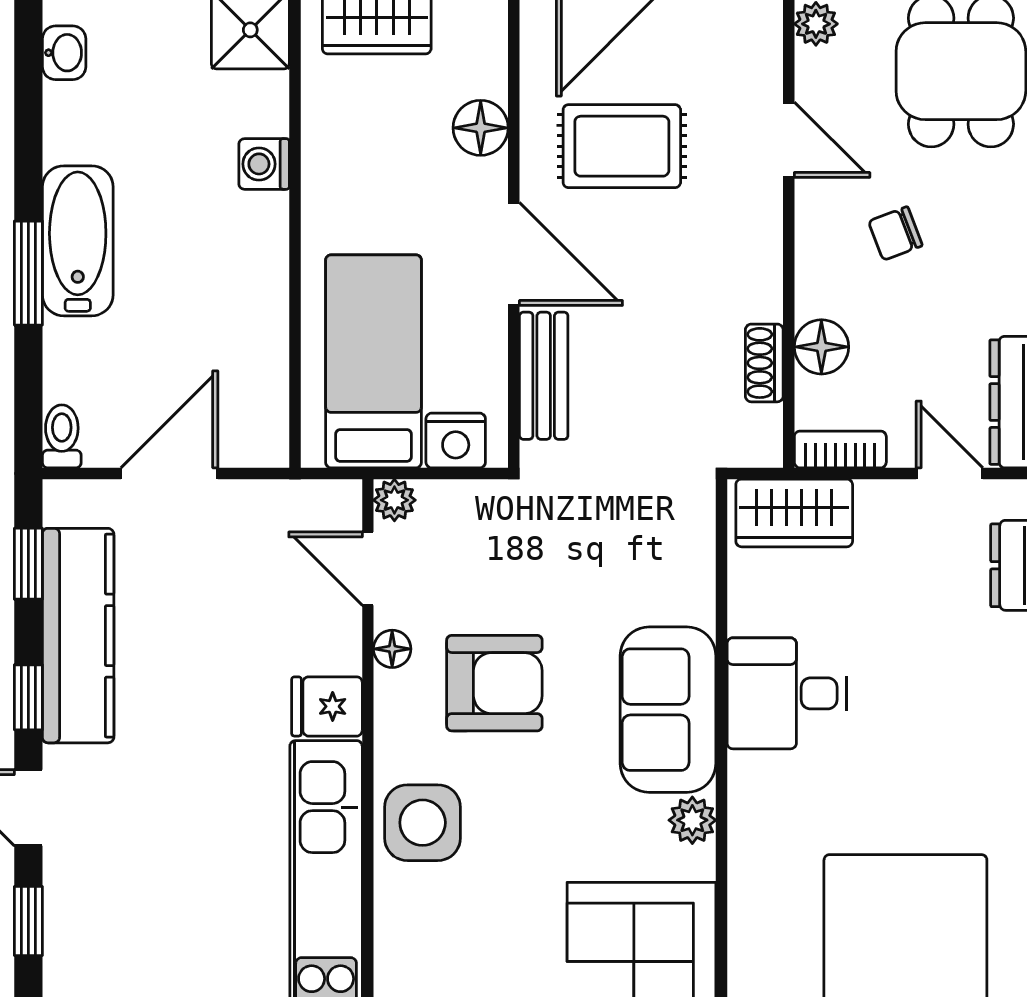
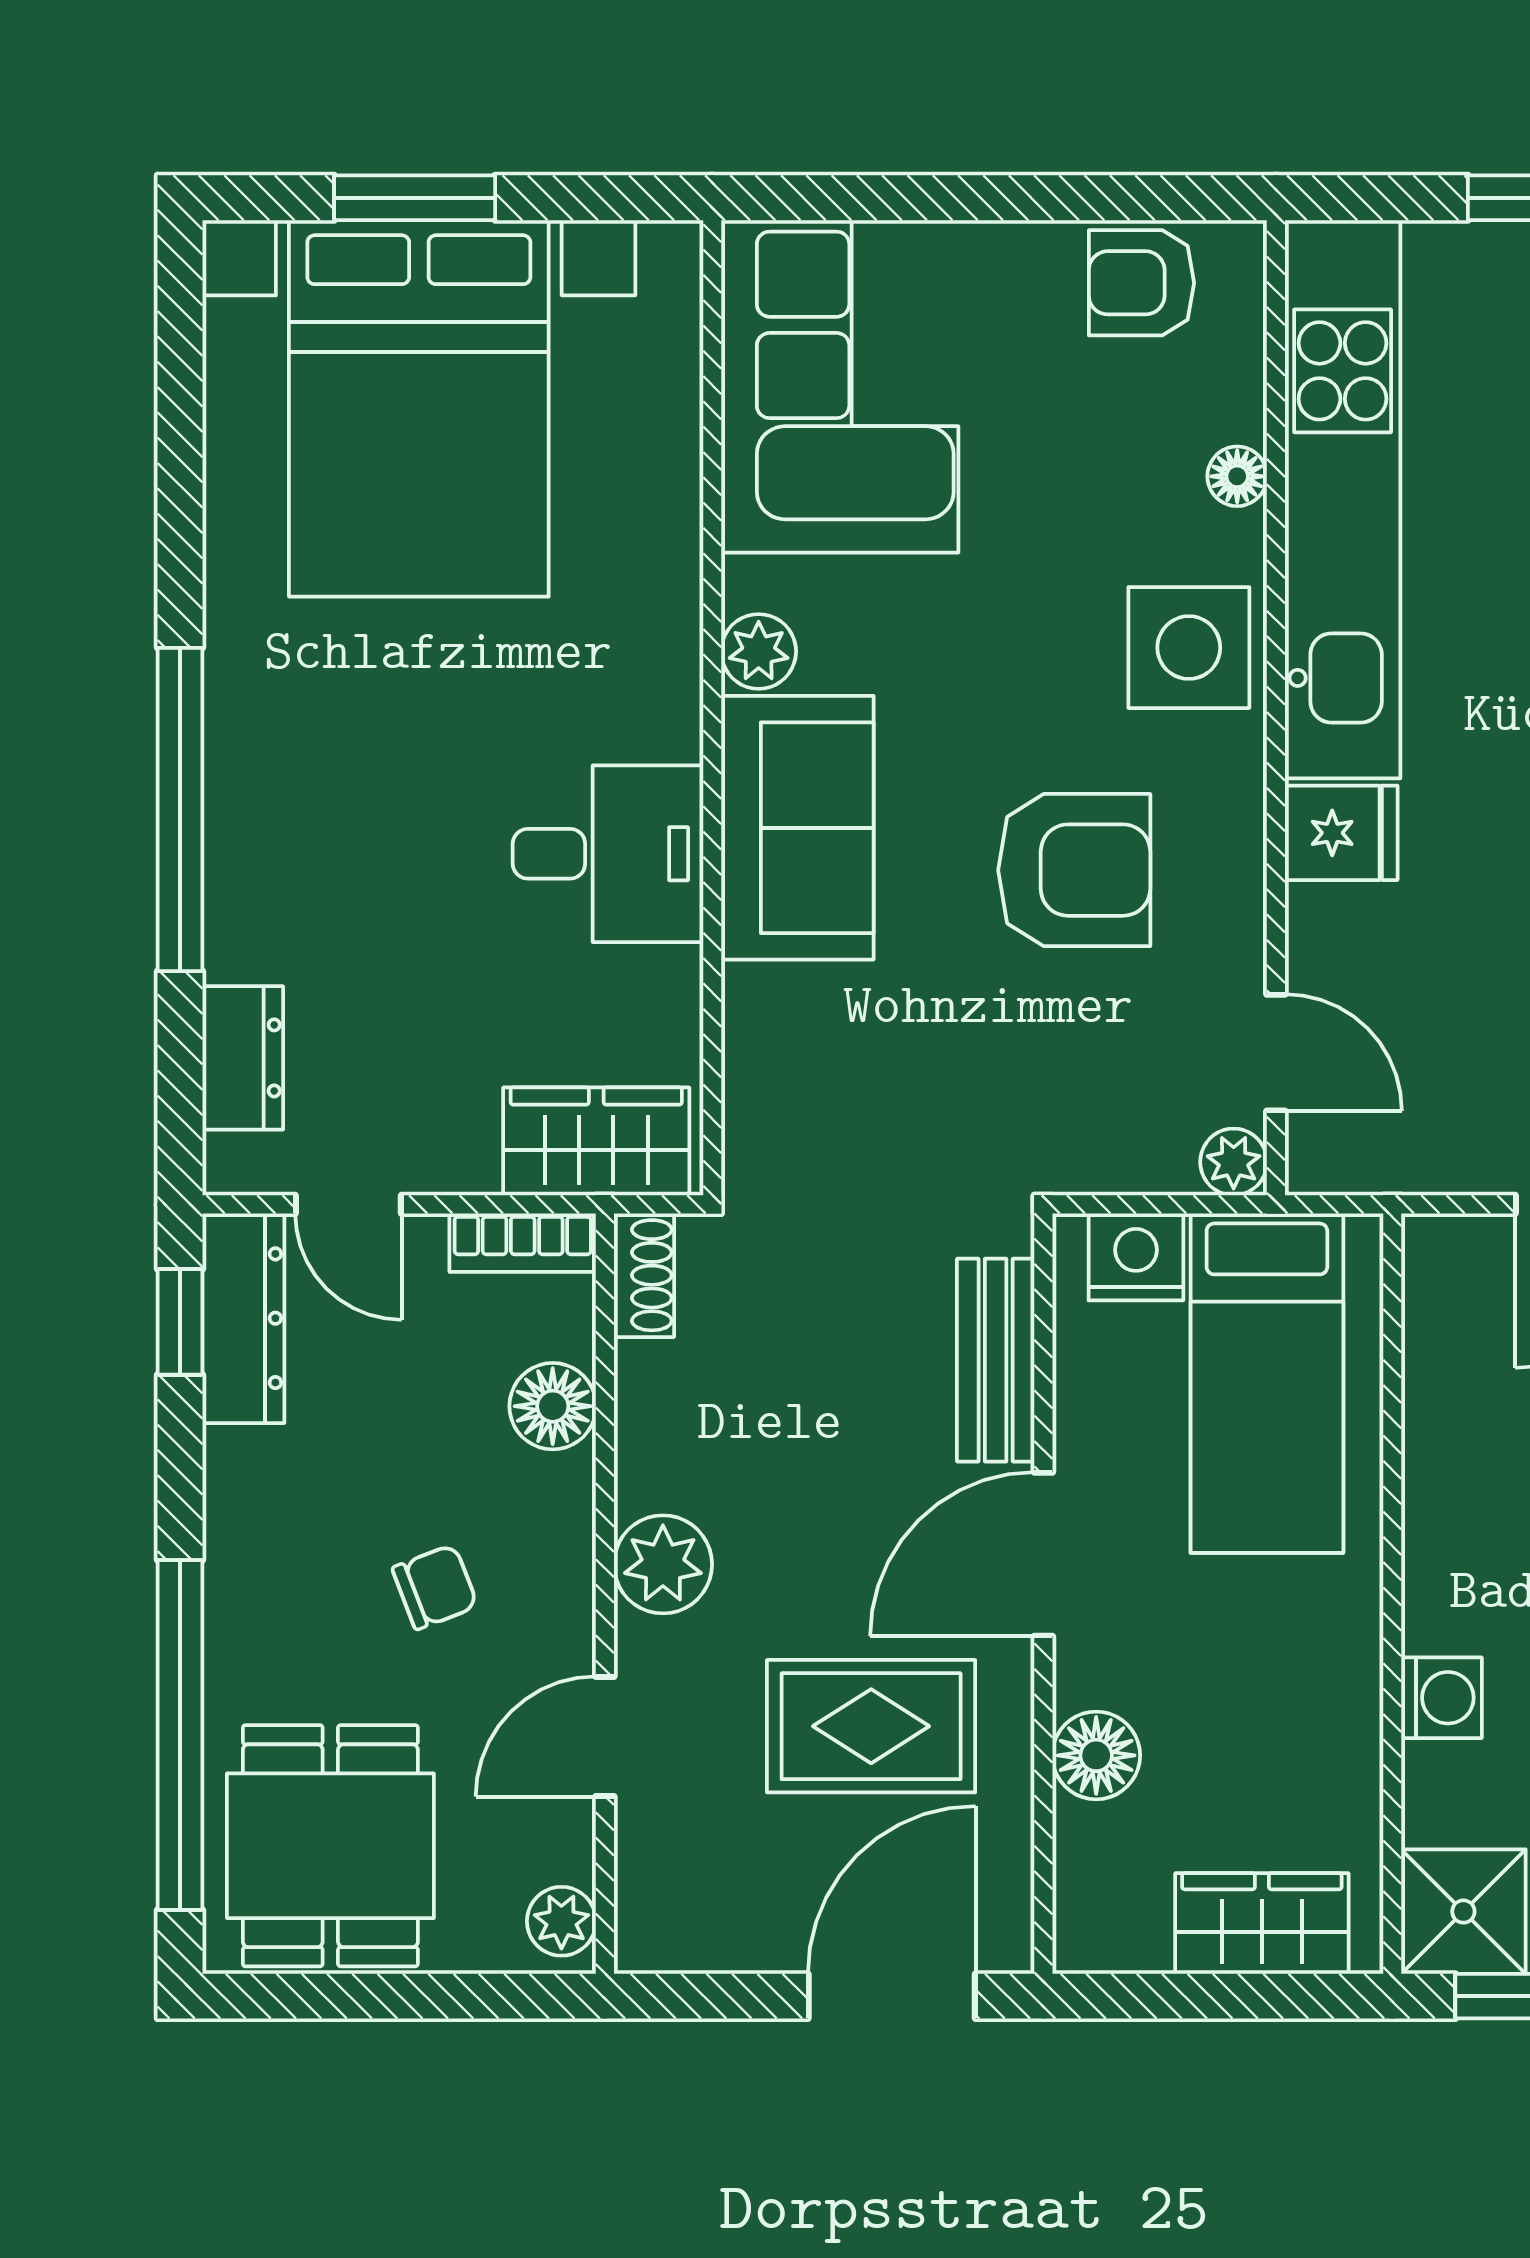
door: (789, 140) -> (605, 1736), hinge flipped
plant: (752, 248) -> (663, 1564), added
door: (514, 254) -> (1043, 1554), hinge flipped
shoe rack: (764, 363) -> (644, 1275), moved
floor lamp: (392, 649) -> (1237, 476), moved
armchair: (494, 683) -> (1074, 870), turned 180

